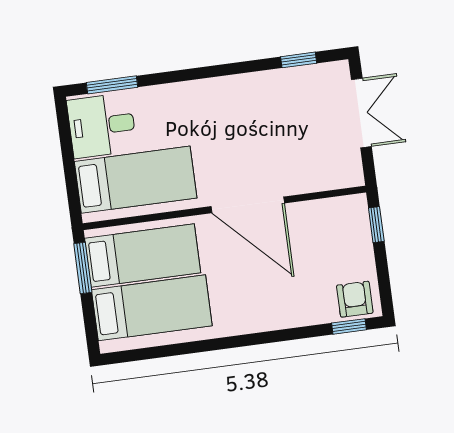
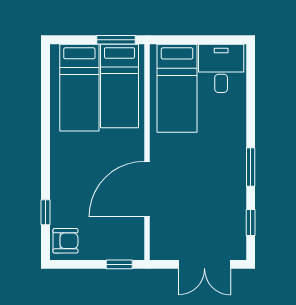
window: (112, 85) -> (251, 167), moved
door: (248, 205) -> (147, 189), moved
window: (349, 326) -> (46, 212), moved

